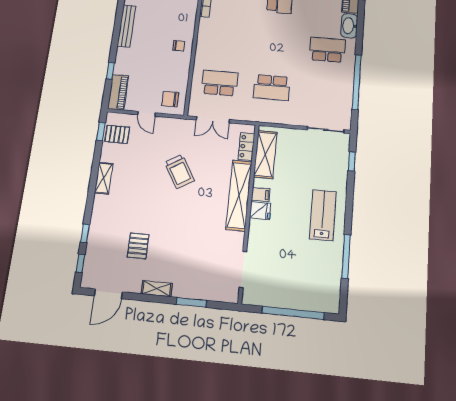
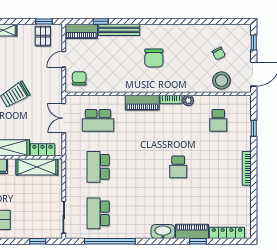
bench: (126, 26) -> (119, 30), moved
piano: (205, 35) -> (142, 103), added
chair: (179, 46) -> (154, 58), moved, width x1.87, depth x1.87
school desk: (327, 50) -> (98, 213), moved, turned 180
school desk: (220, 83) -> (98, 120), turned 90

